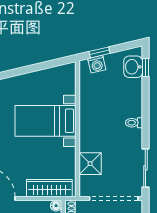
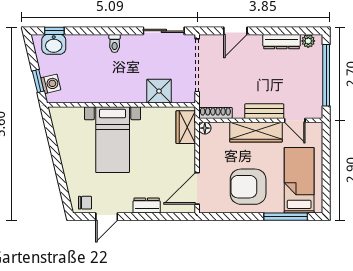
wardrobe: (49, 188) -> (186, 127), width x0.67

